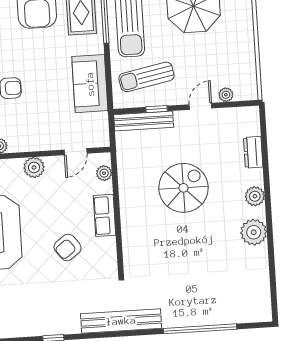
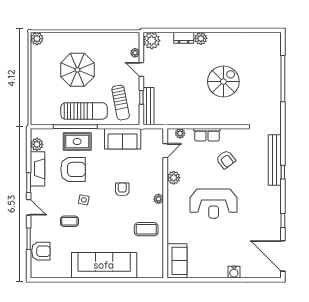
door: (76, 152) -> (165, 151), hinge flipped
dresser: (253, 152) -> (184, 38), moved
spiral stairs: (183, 188) -> (223, 82), moved, turned 90
plant: (254, 232) -> (152, 41), moved
bench: (121, 321) -> (275, 160), moved

